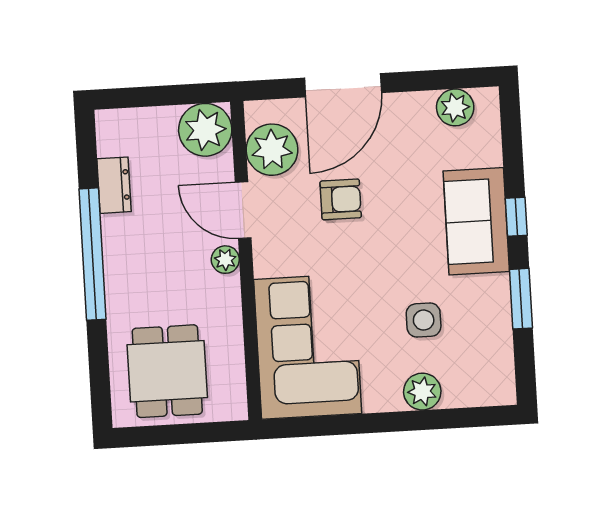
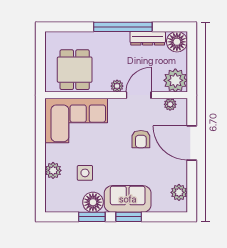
floor lamp: (119, 131) -> (177, 42), added
plant: (272, 150) -> (170, 104), width x0.53, depth x0.53
dresser: (114, 185) -> (148, 38), width x1.44
window: (516, 217) -> (129, 217), width x1.50
floor lamp: (488, 298) -> (93, 202), added
dining table: (167, 371) -> (75, 70), moved, turned 90

